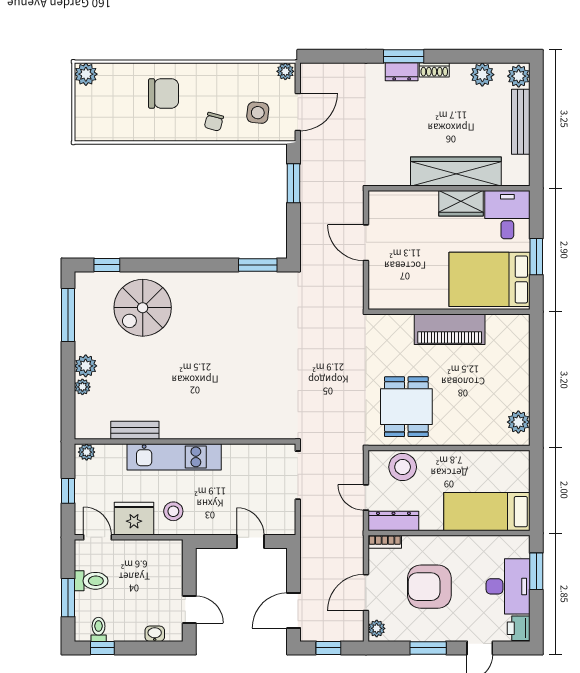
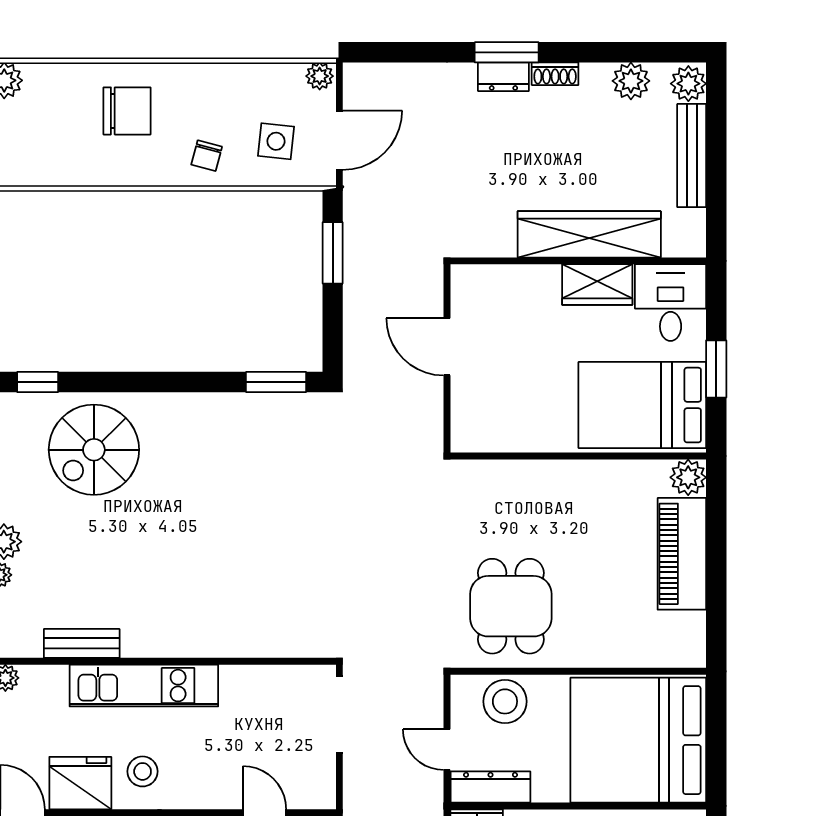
piano: (450, 329) -> (682, 554), moved, turned 90
plant: (518, 422) -> (688, 477), moved
bed: (487, 512) -> (638, 740), width x2.04

